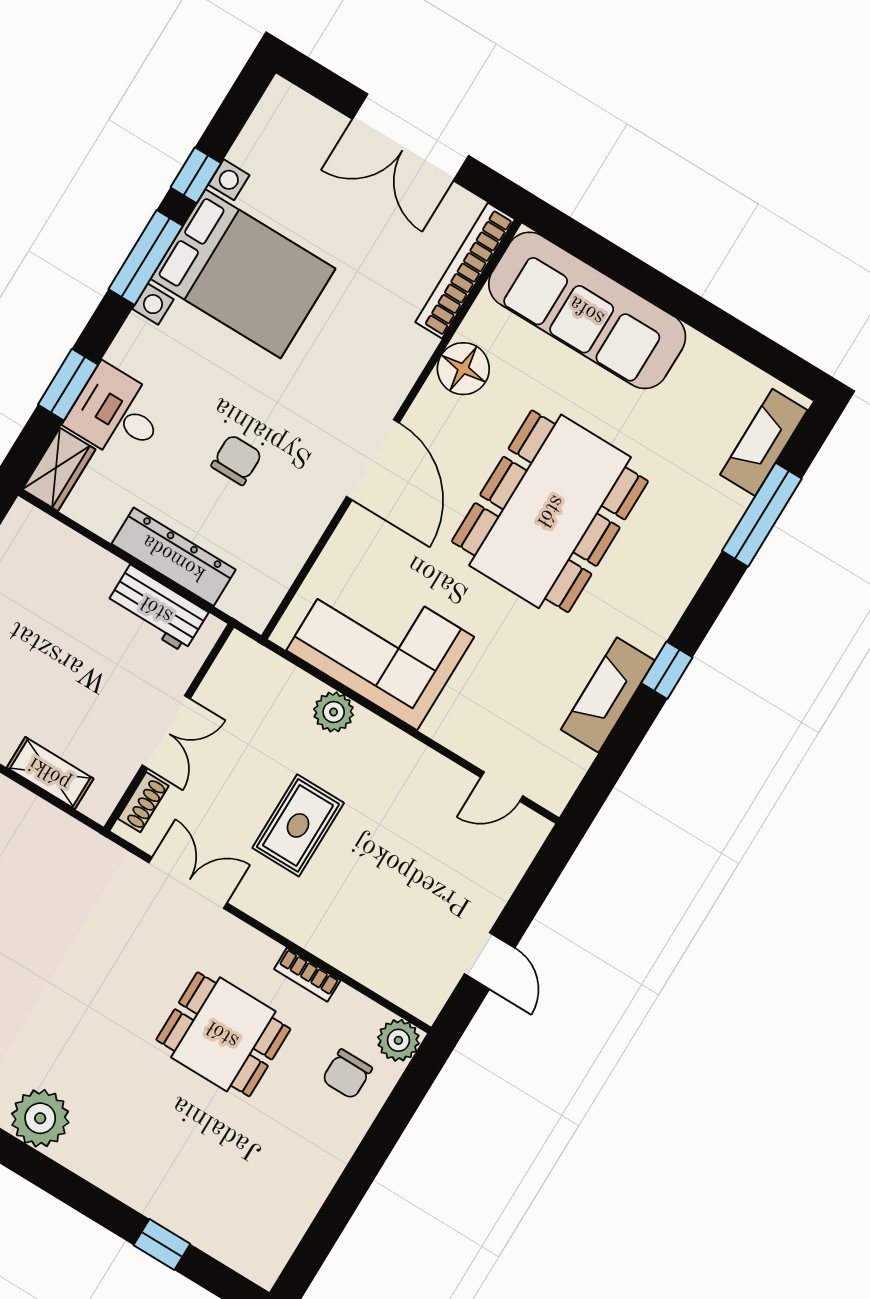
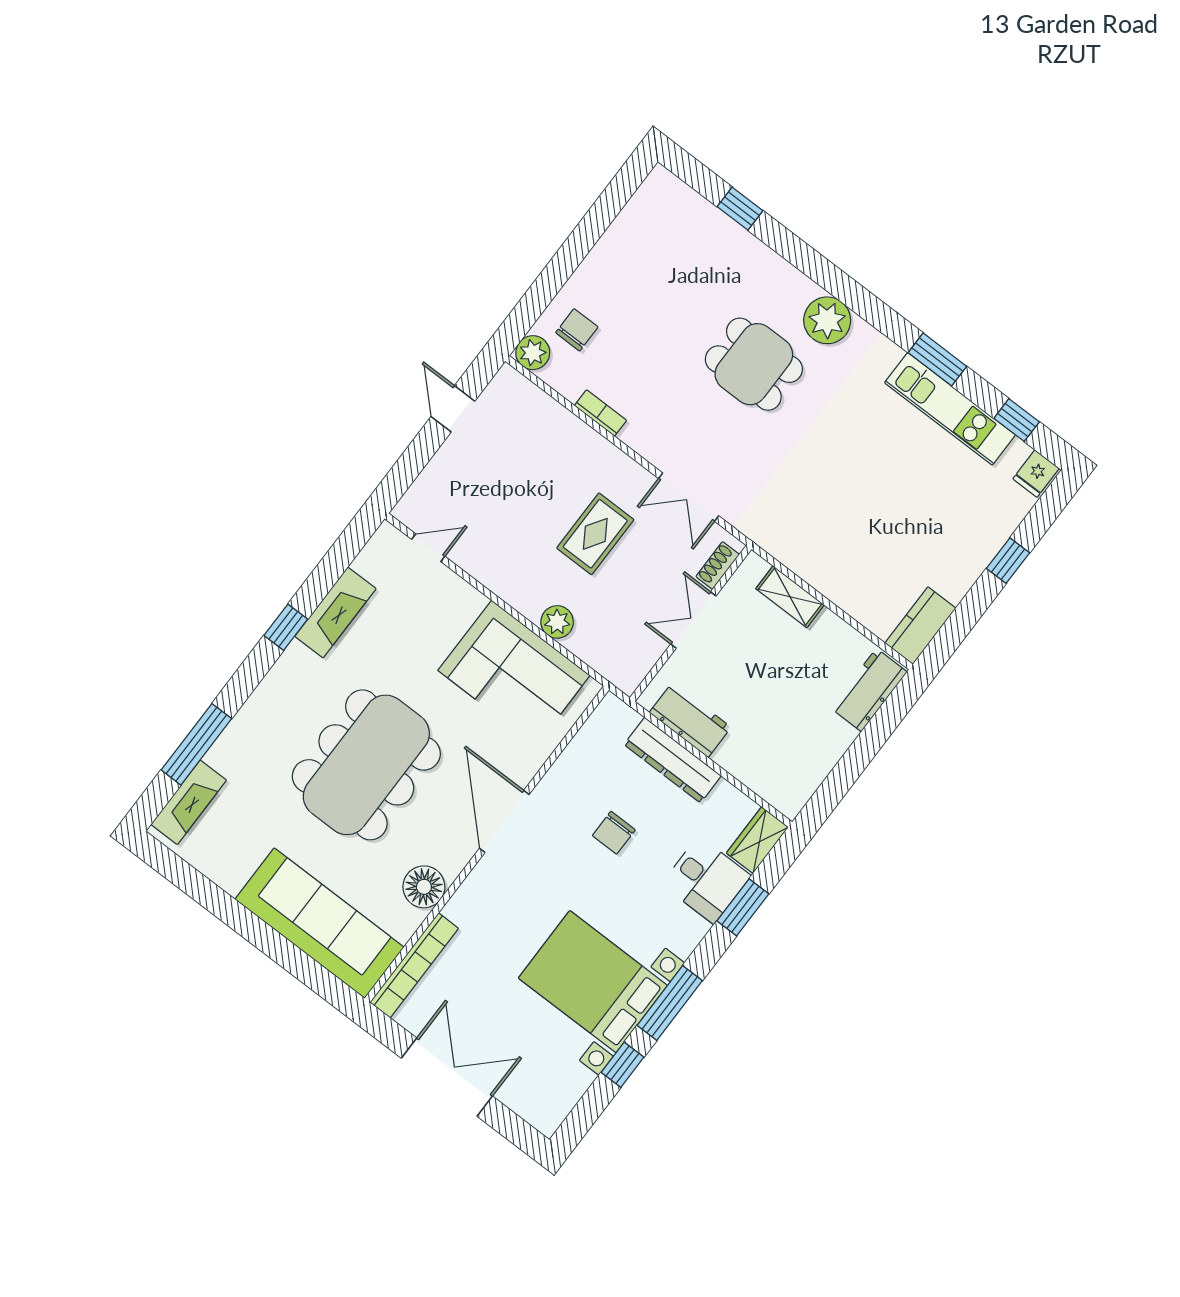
dining table: (223, 1034) -> (754, 364), moved

